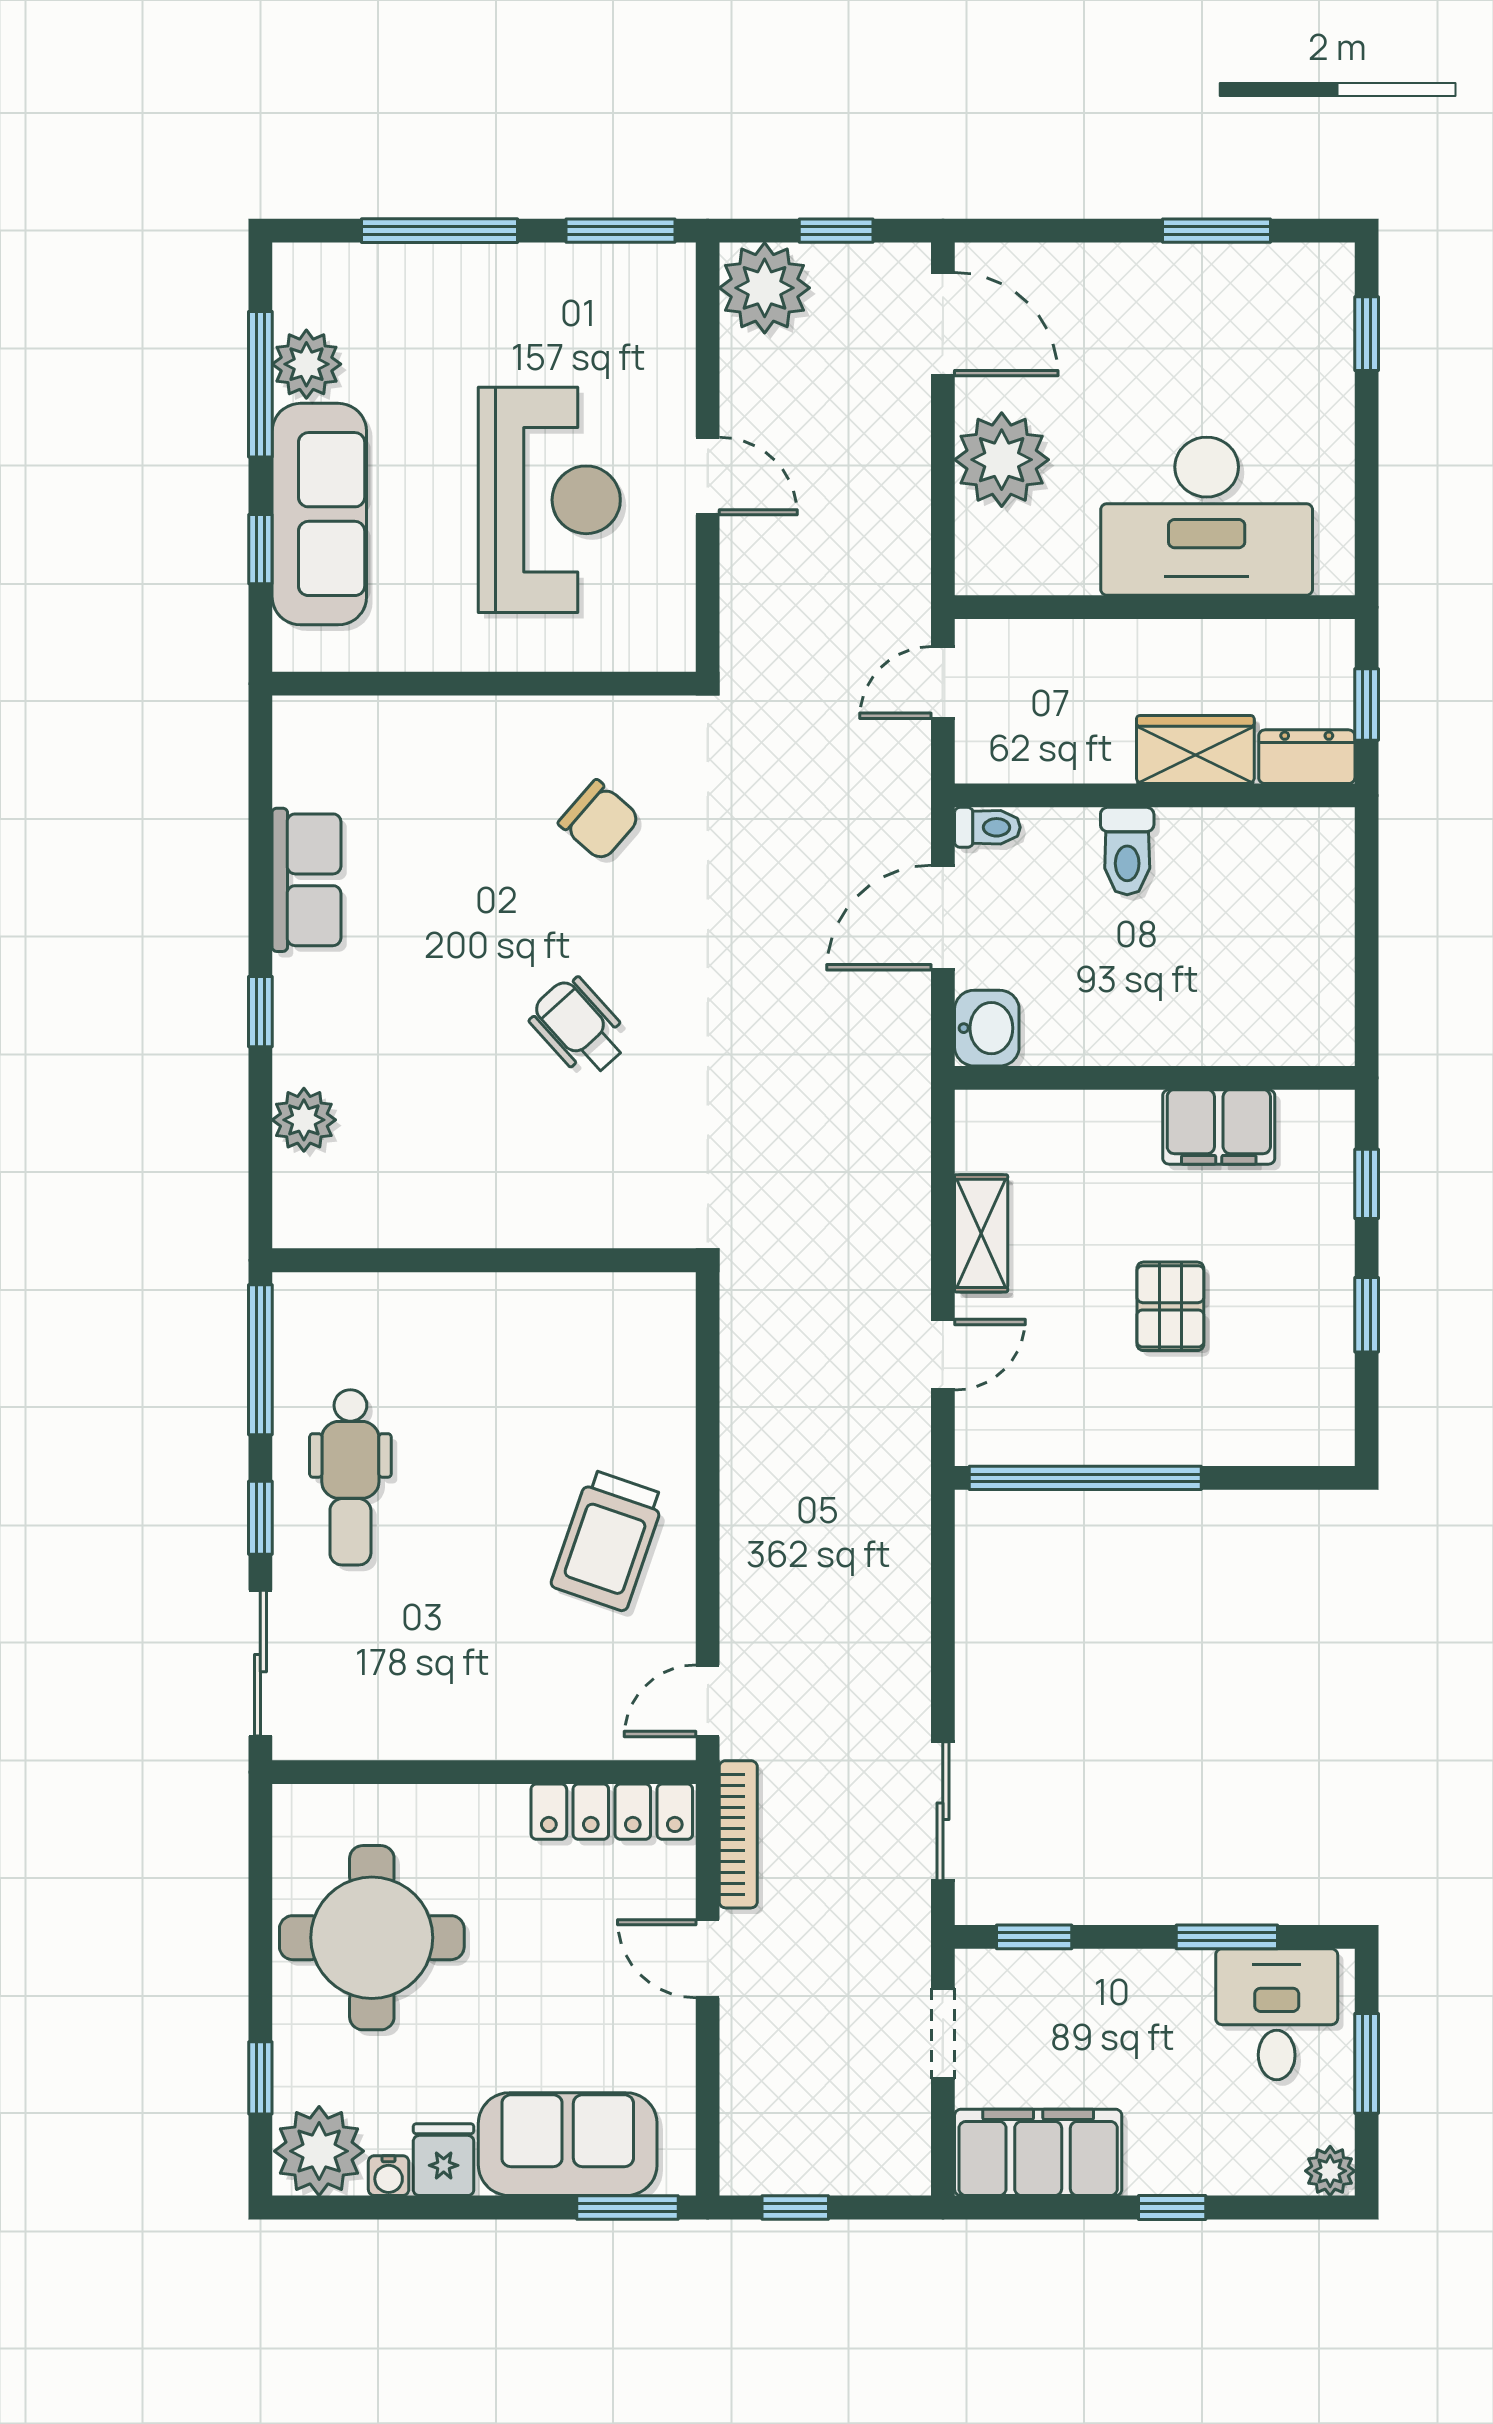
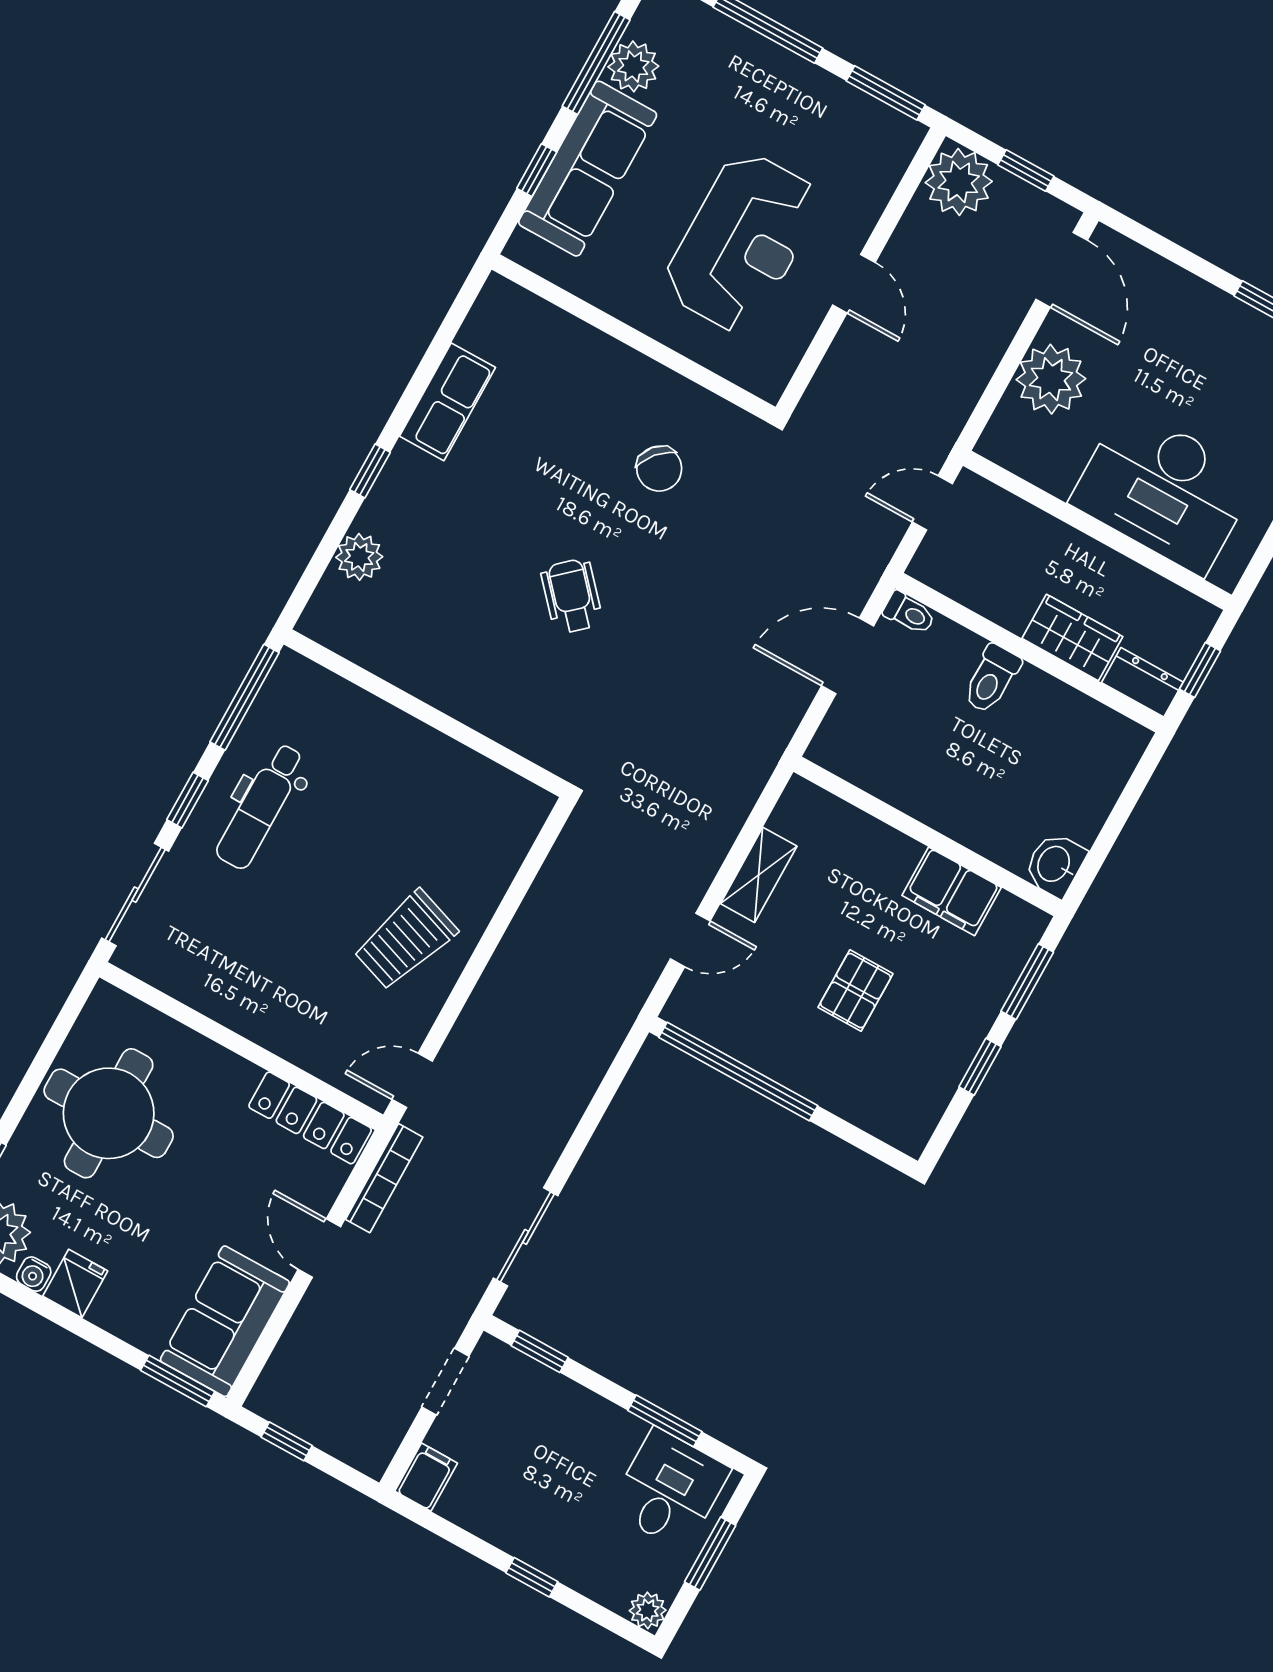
washbasin: (987, 1028) -> (1055, 865), moved, turned 180
window: (1367, 1184) -> (1027, 982), width x1.50
sofa: (568, 2144) -> (225, 1321), moved, turned -90
filing cabinet: (1038, 2152) -> (426, 1477), width x0.33, depth x0.86

